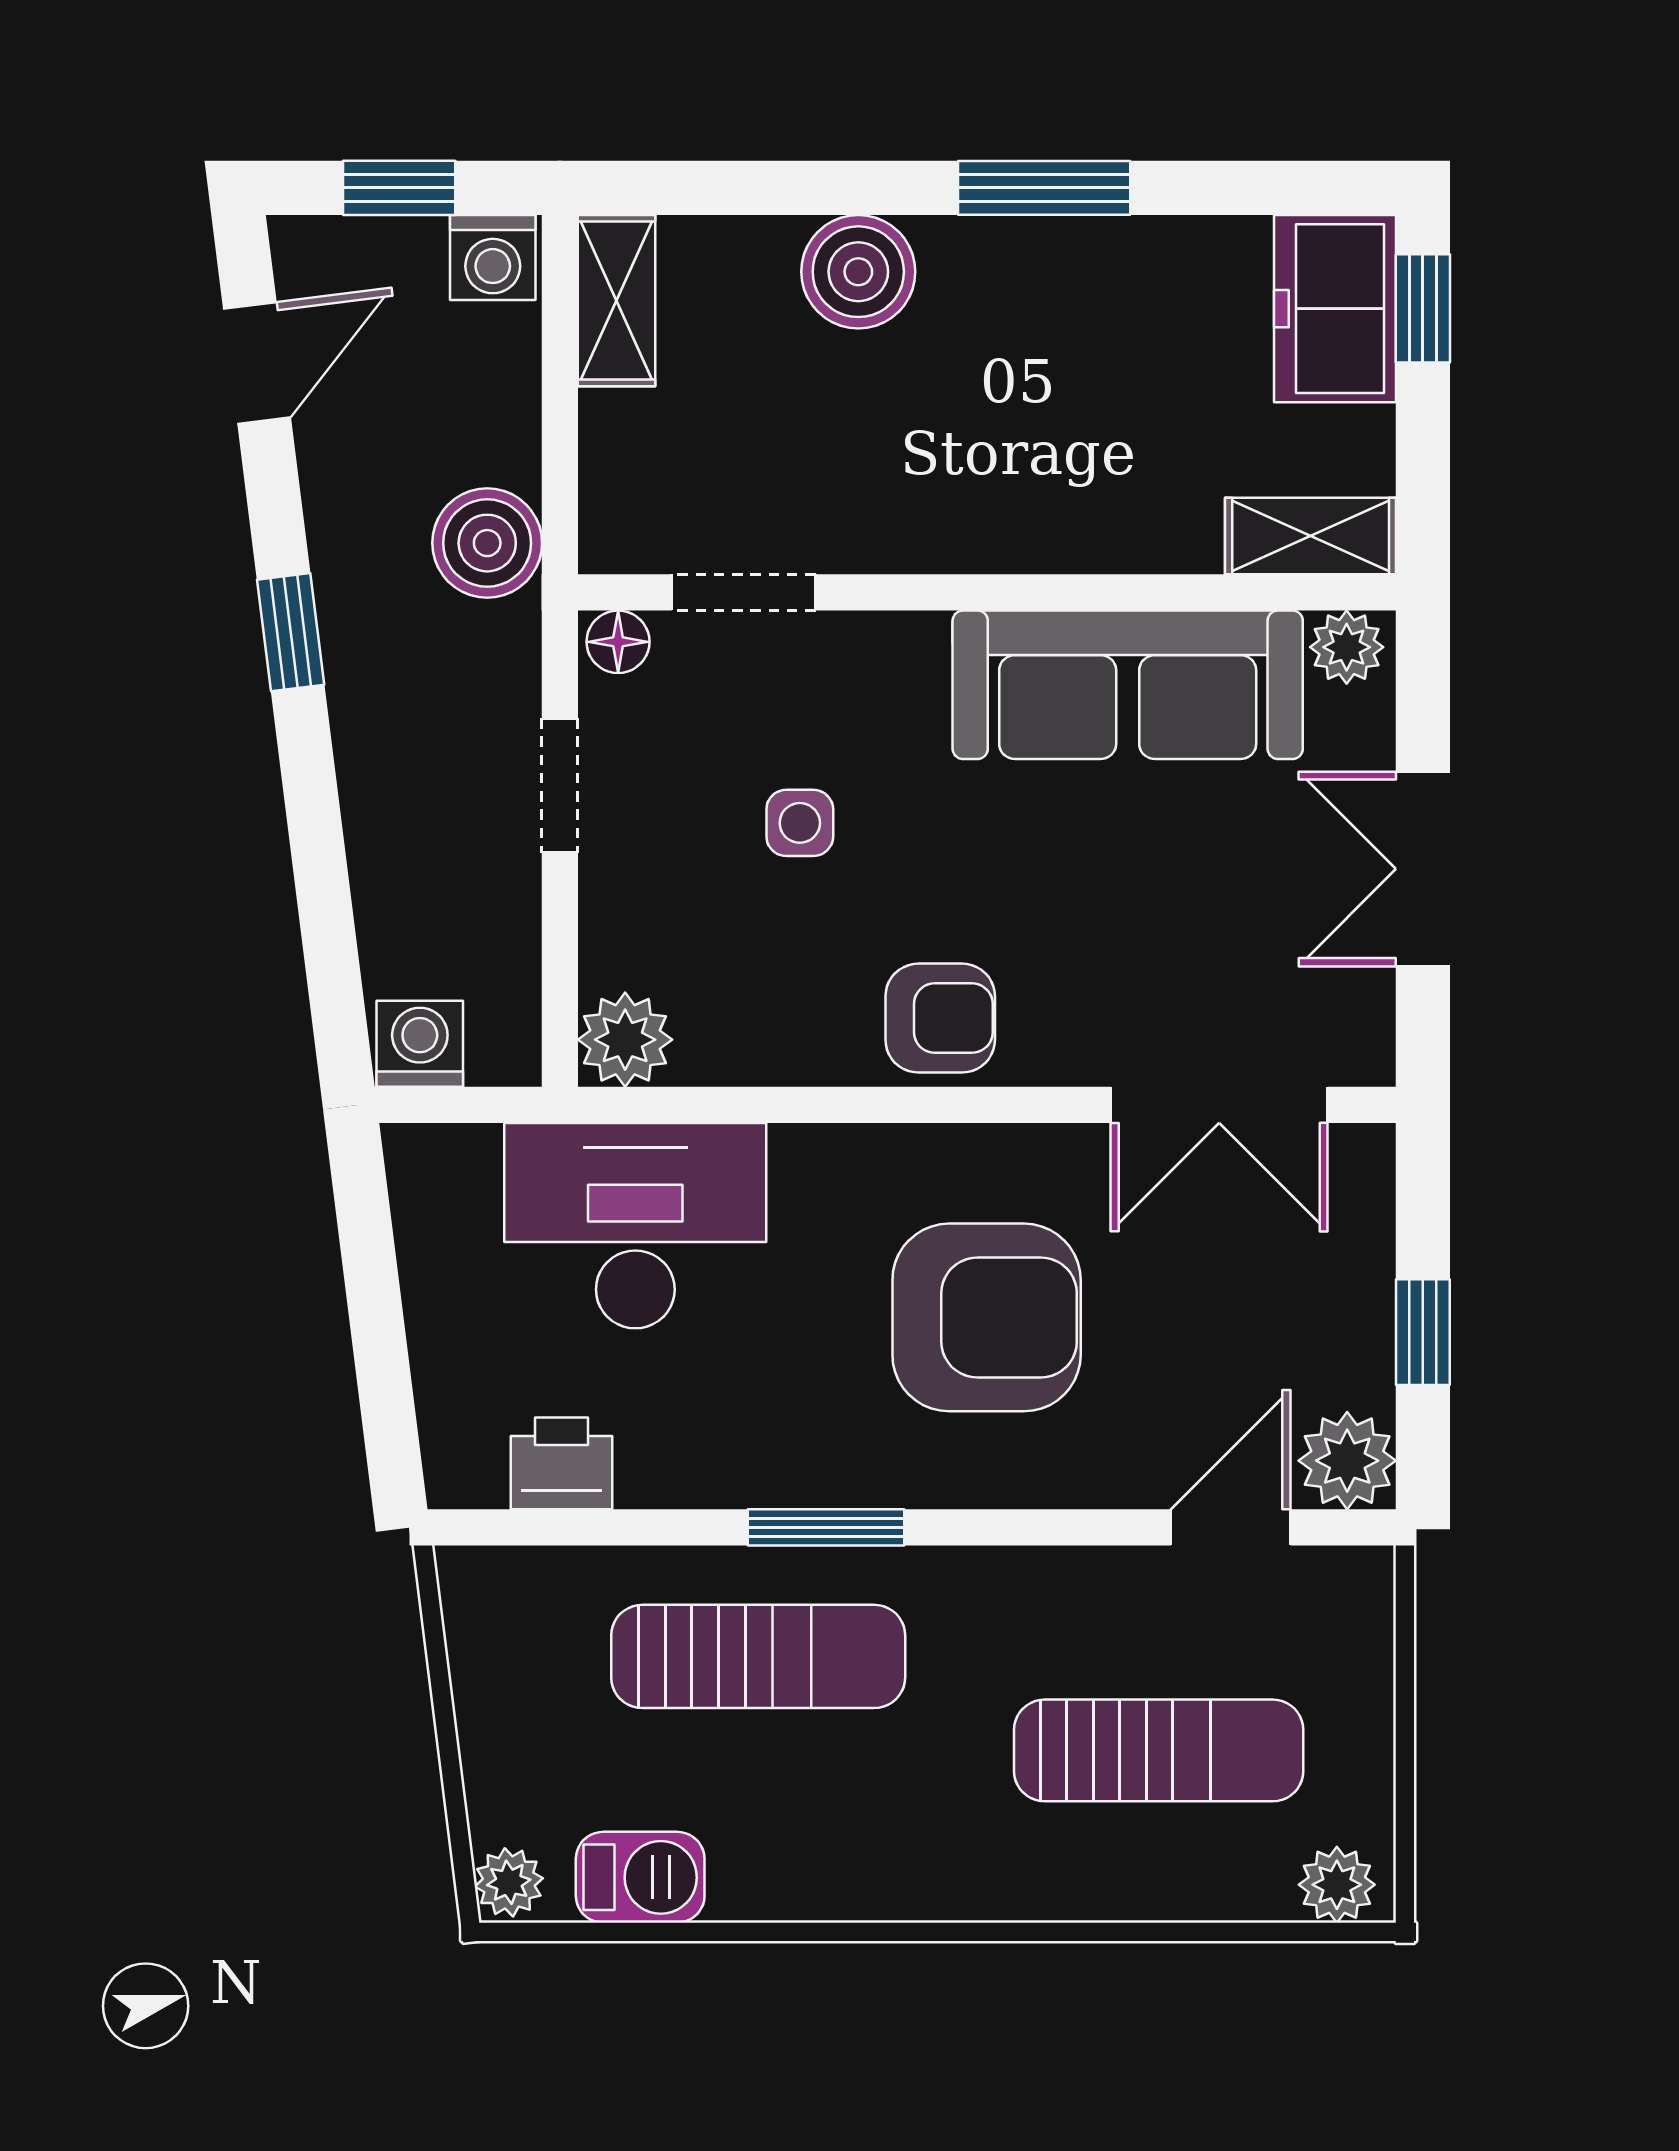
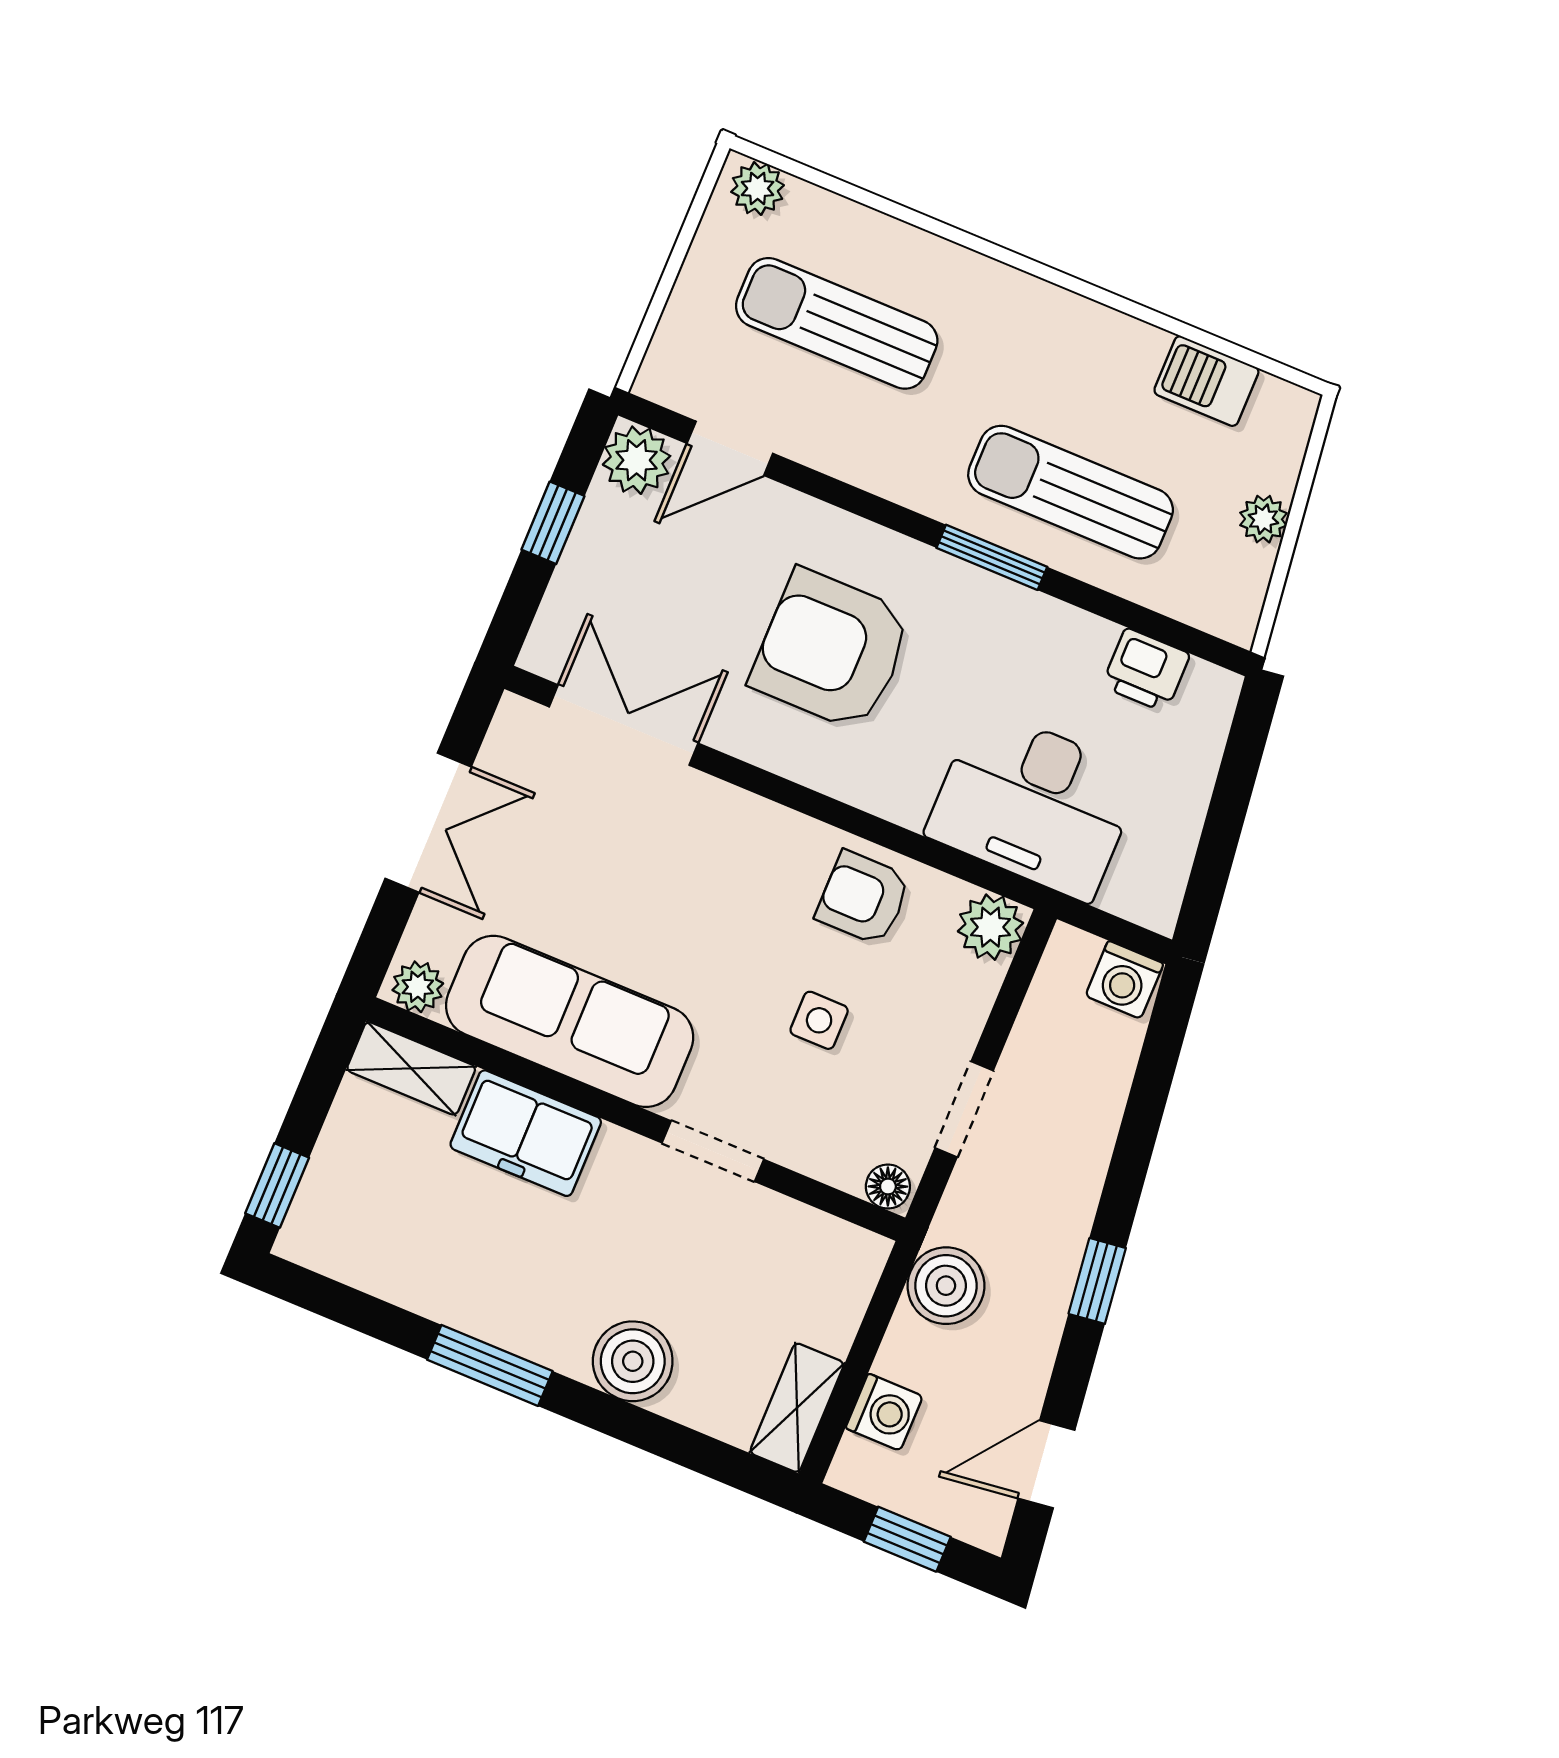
washing machine: (493, 258) -> (884, 1412), moved, turned 90
freezer: (1335, 309) -> (526, 1133), moved, turned 90
doorway: (744, 592) -> (713, 1151), moved
armchair: (940, 1018) -> (863, 898), moved
plant: (509, 1882) -> (1263, 519), moved

